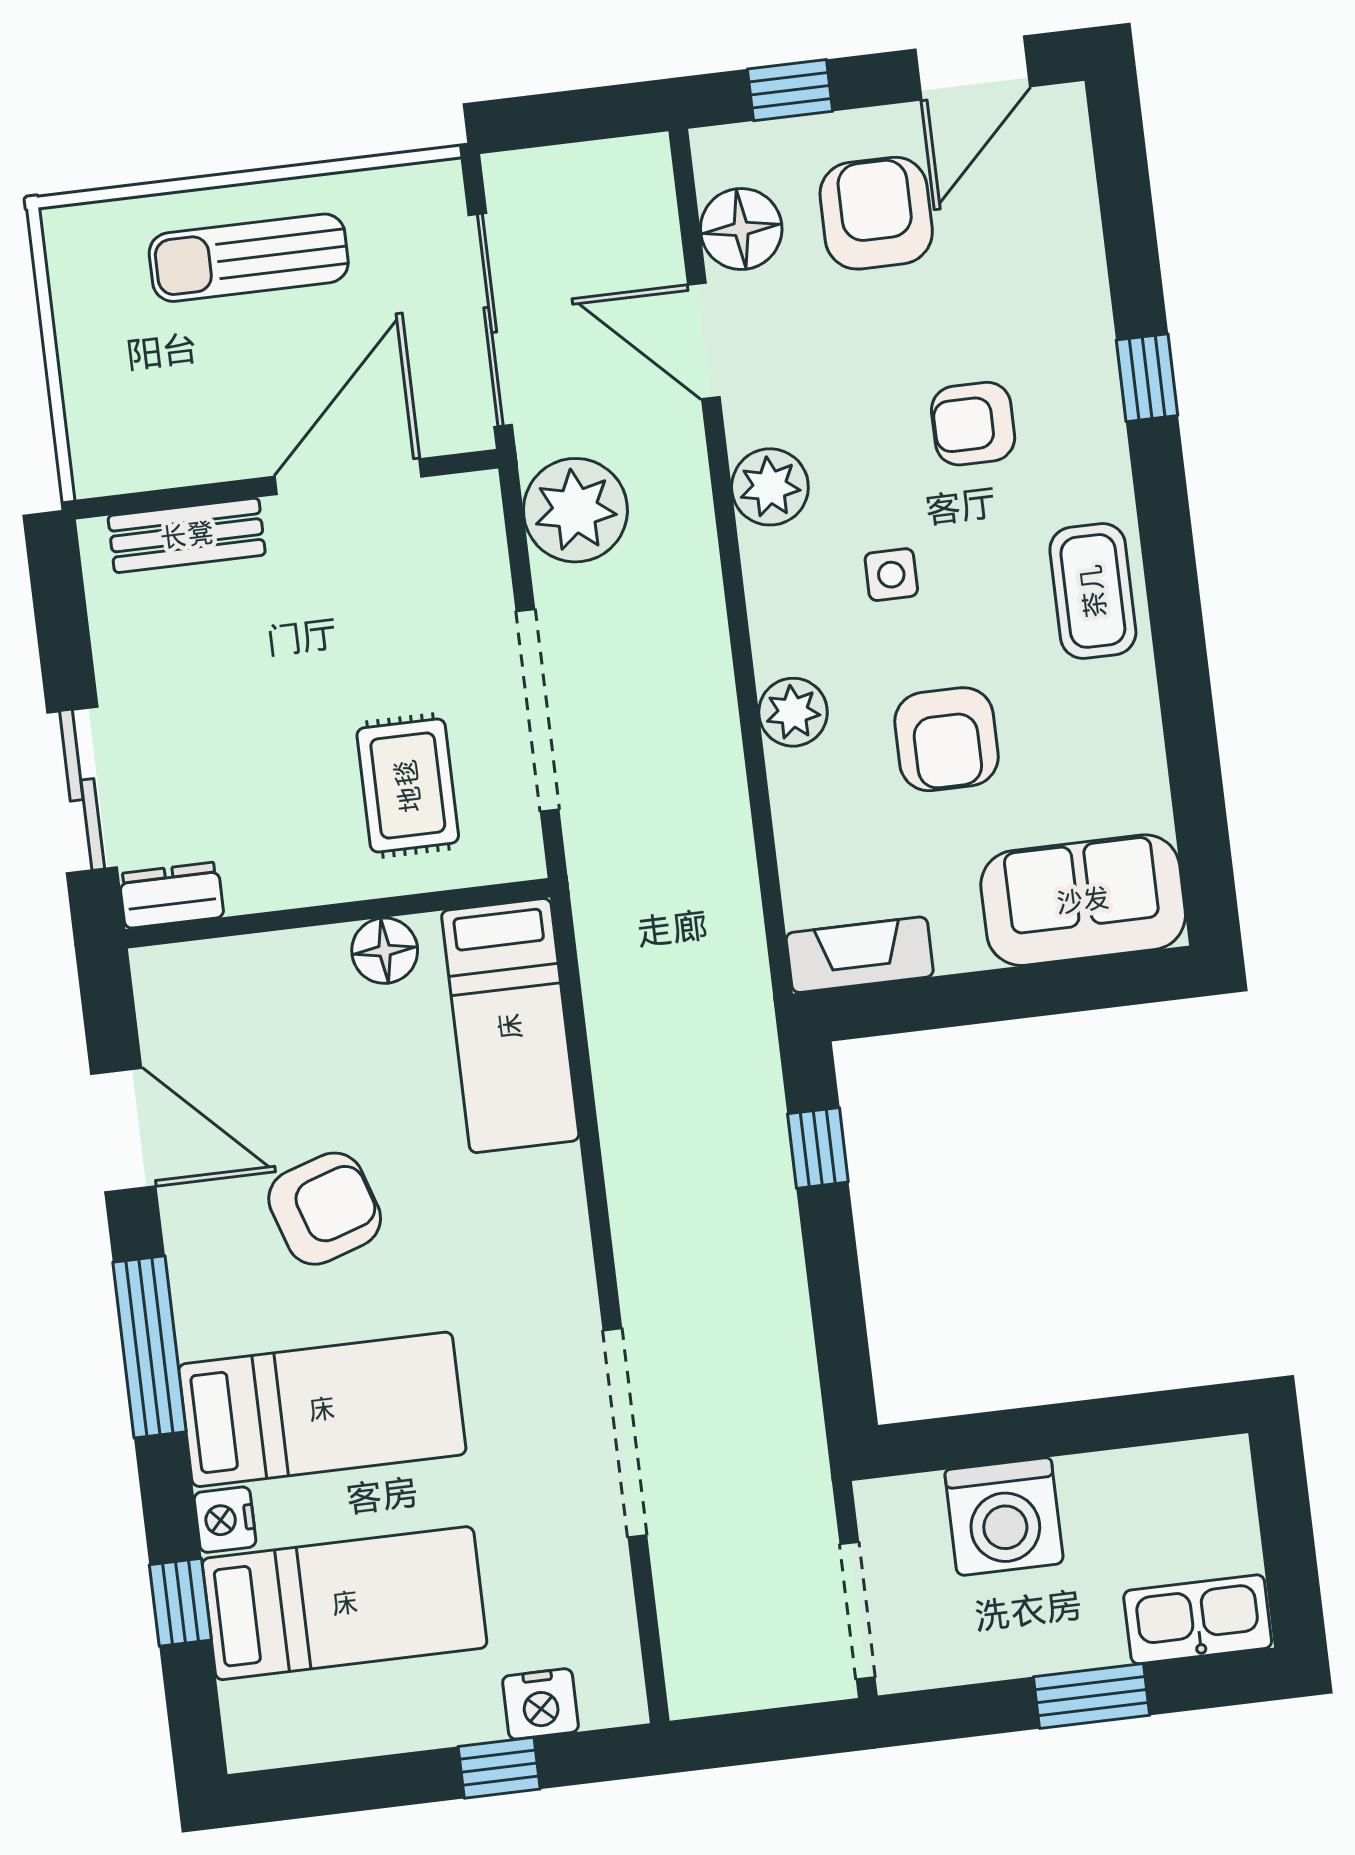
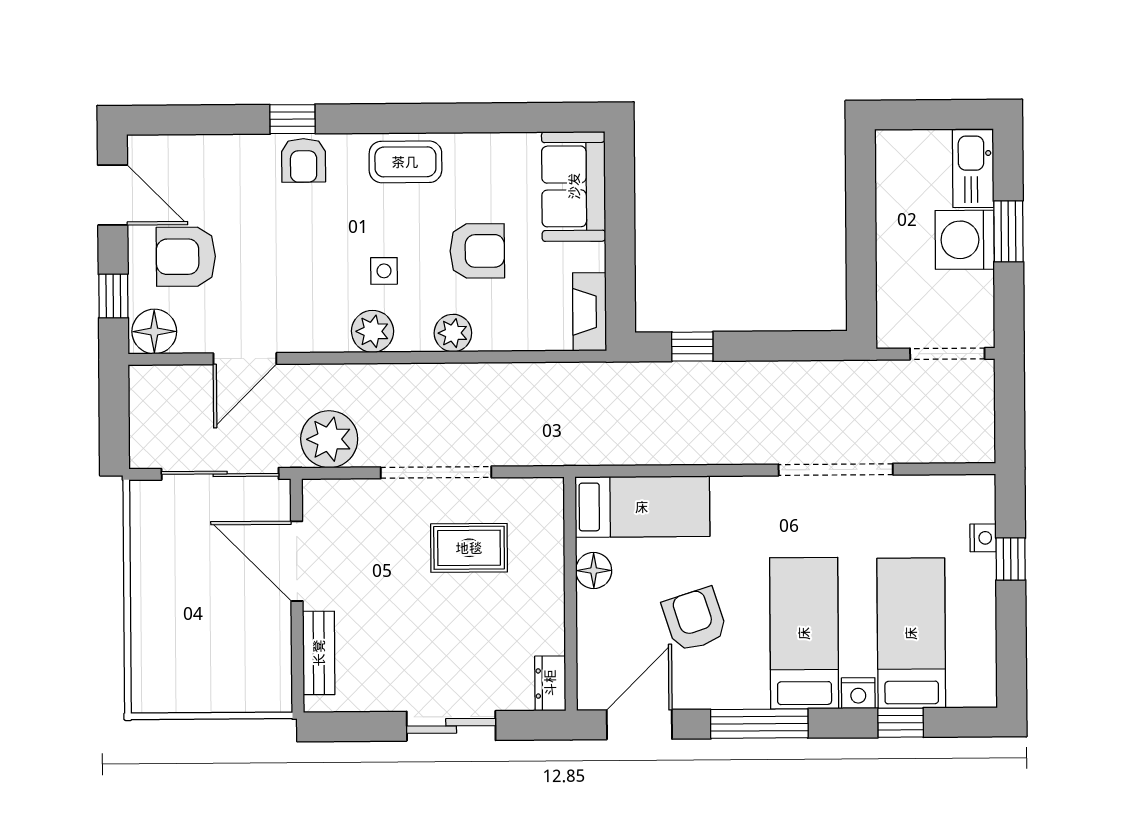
floor lamp: (741, 229) -> (154, 332), moved
sun lounger: (249, 258) -> (171, 602), removed
armchair: (973, 424) -> (304, 160), moved
plant: (770, 487) -> (373, 331), moved
dresser: (171, 895) -> (550, 683), moved
wall: (338, 913) -> (570, 594), moved
floor lamp: (385, 951) -> (594, 570), moved
bed: (510, 1026) -> (642, 507), moved
washing machine: (1004, 1517) -> (965, 240), moved, turned 180
nightstand: (540, 1704) -> (983, 538), width x0.72, depth x0.74

